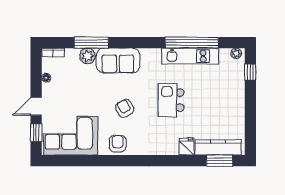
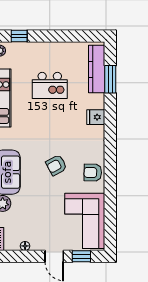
kitchen island: (171, 100) -> (50, 85), moved
fridge: (187, 147) -> (96, 117), moved
window: (219, 161) -> (110, 79), moved

